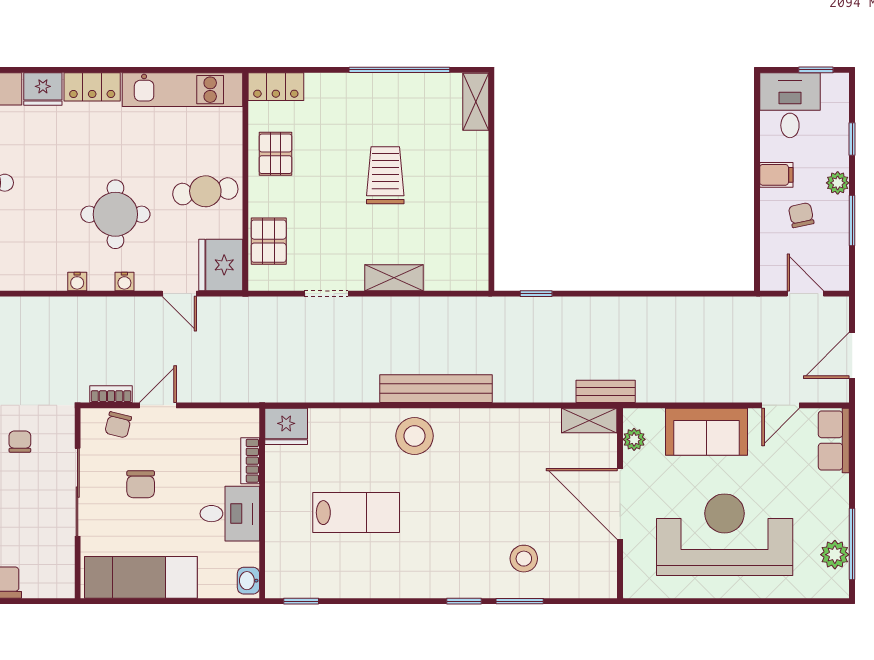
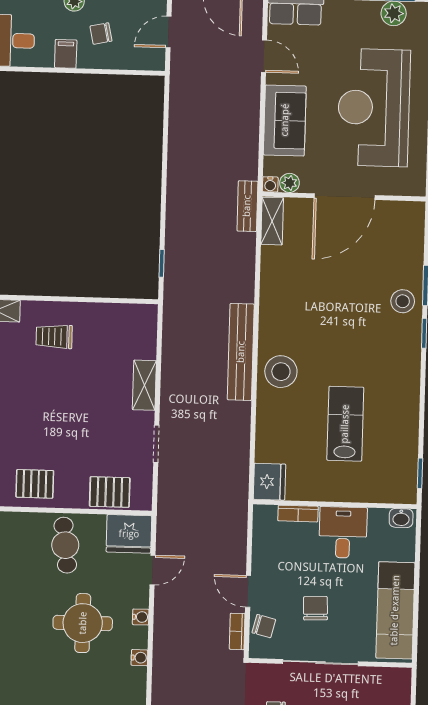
trolley: (385, 175) -> (54, 337), moved, width x0.73, depth x0.72
water cooler: (632, 417) -> (270, 184), added
chair: (141, 484) -> (315, 608), turned -92
stool: (524, 559) -> (403, 301), moved

